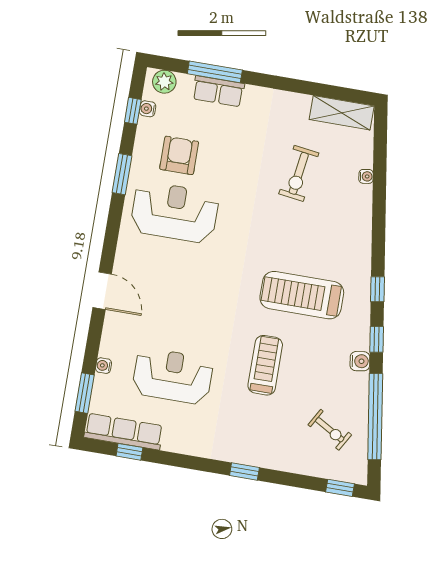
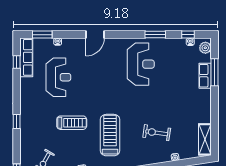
armchair: (179, 155) -> (170, 62), removed
exercise bike: (299, 173) -> (157, 133), moved

